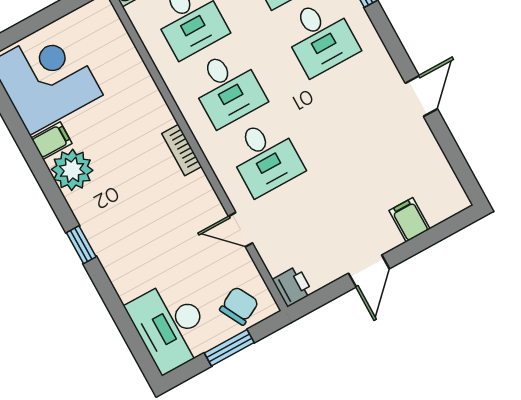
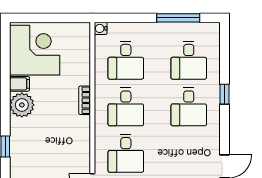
bookcase: (182, 150) -> (85, 100), moved

